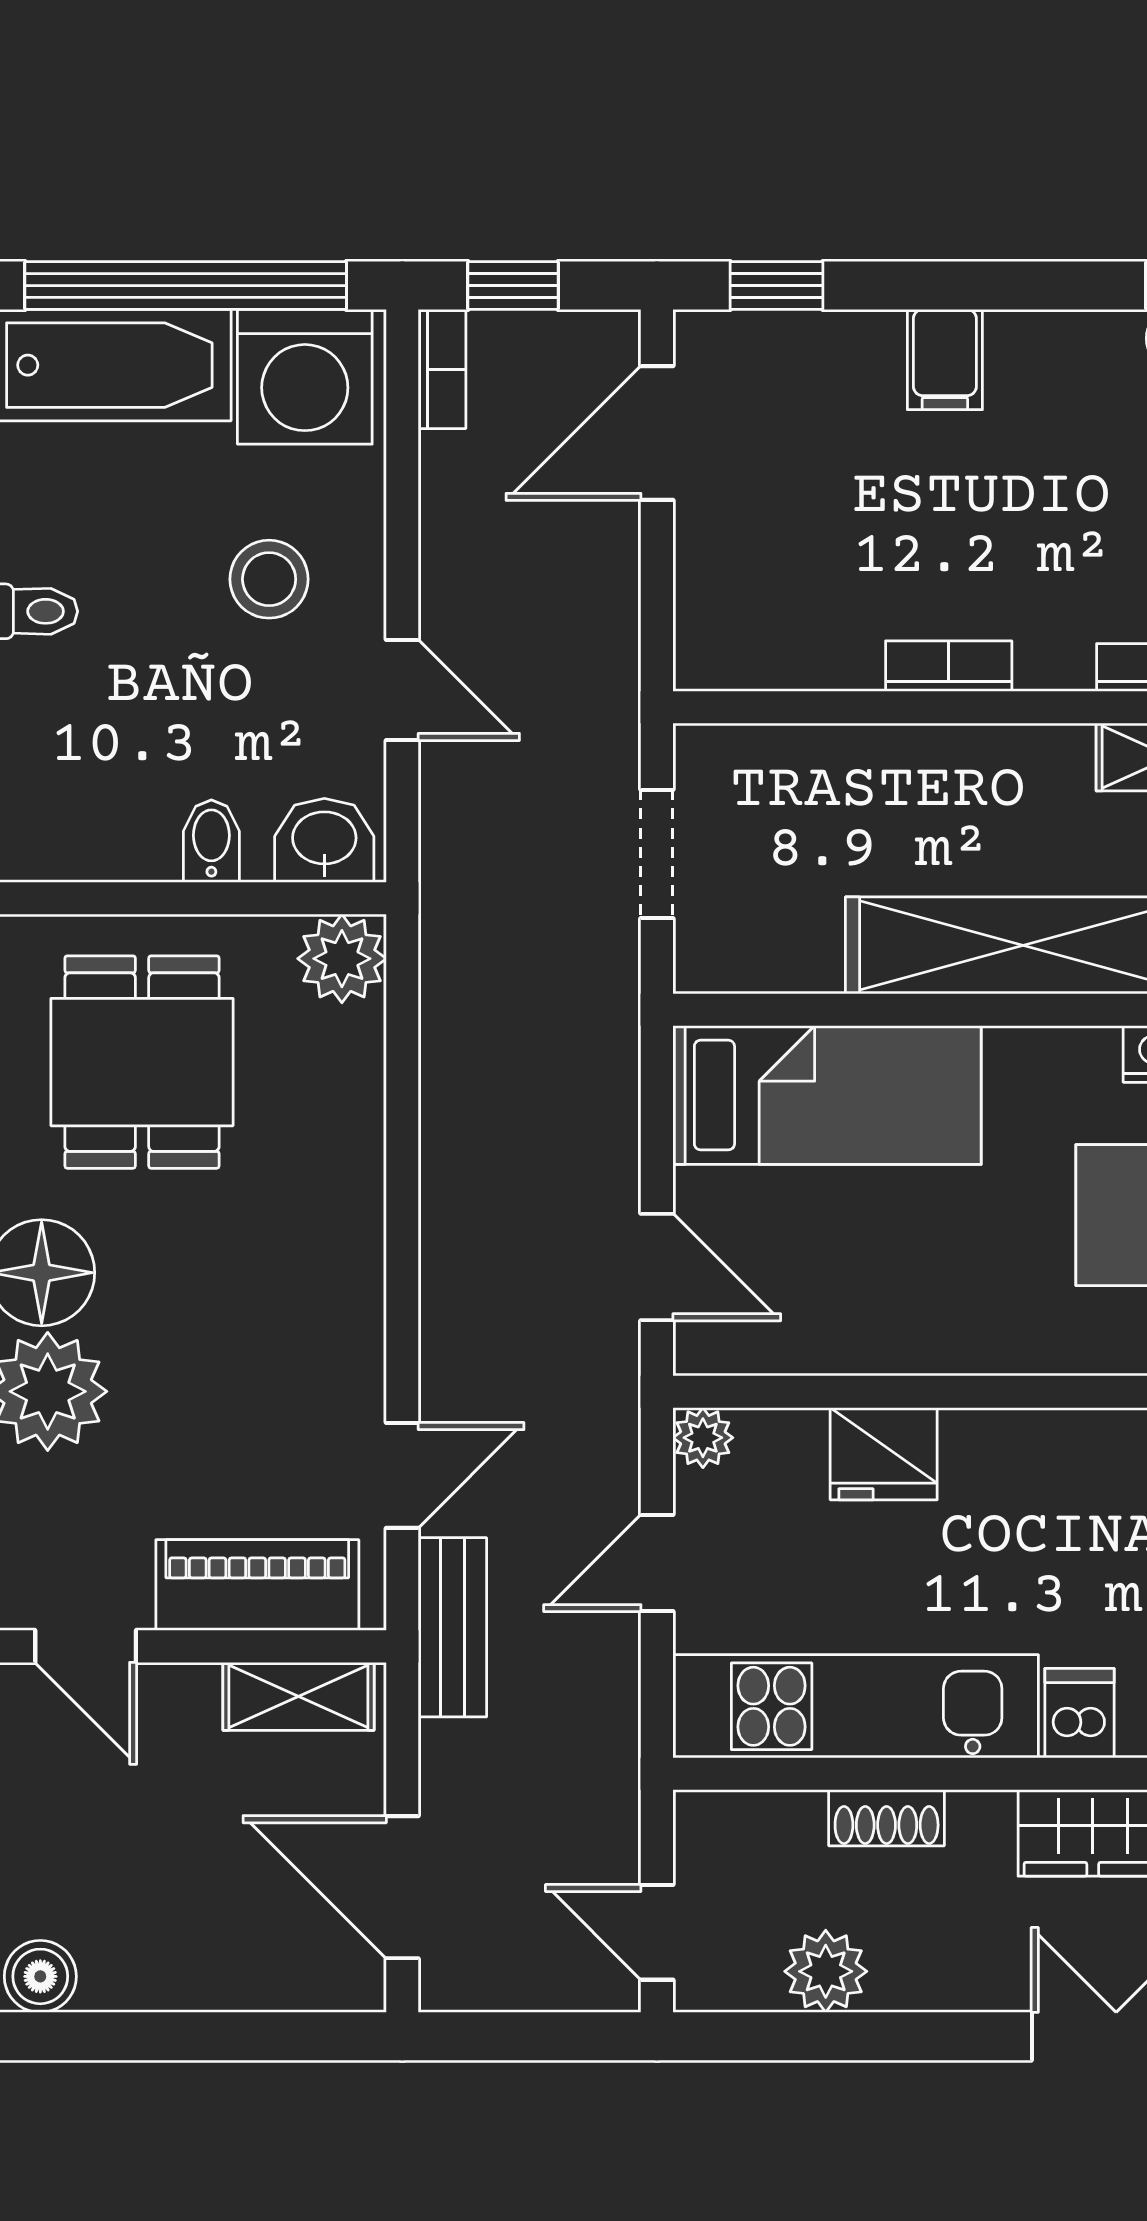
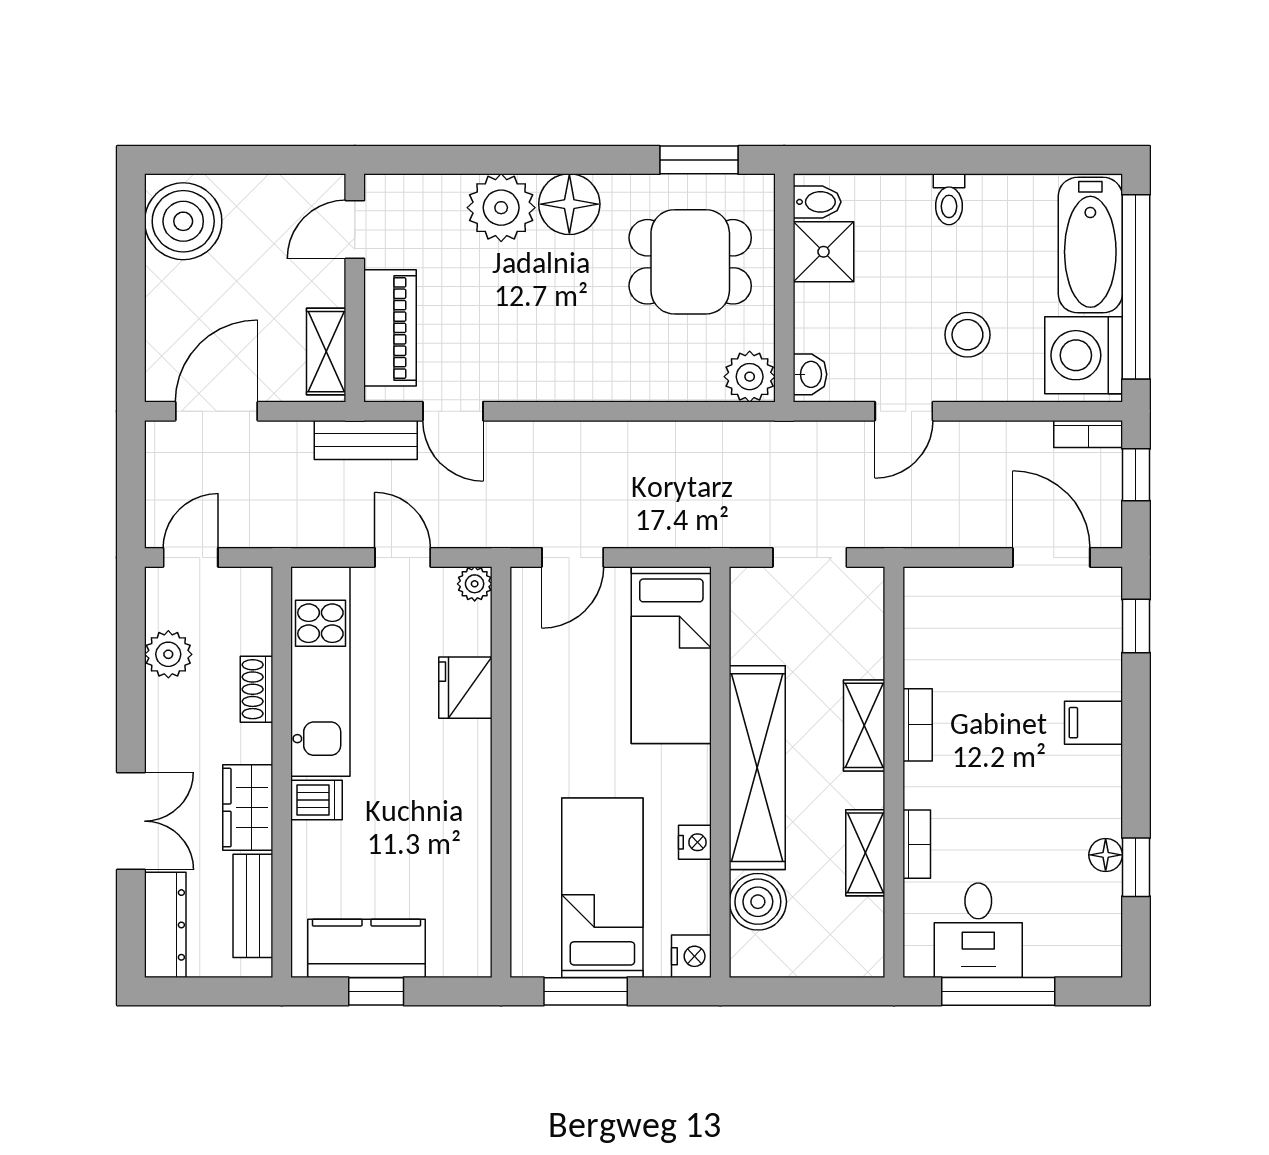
shelving: (950, 759) -> (864, 725), added
shower: (125, 830) -> (823, 252), added
washbasin: (324, 840) -> (810, 374), width x0.72, depth x0.69
bidet: (211, 841) -> (817, 202), moved
boiler: (40, 1976) -> (183, 221), width x1.86, depth x1.86

